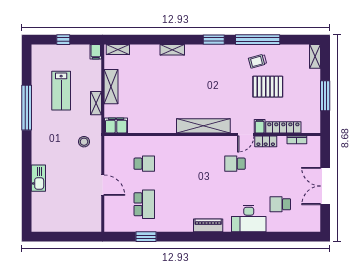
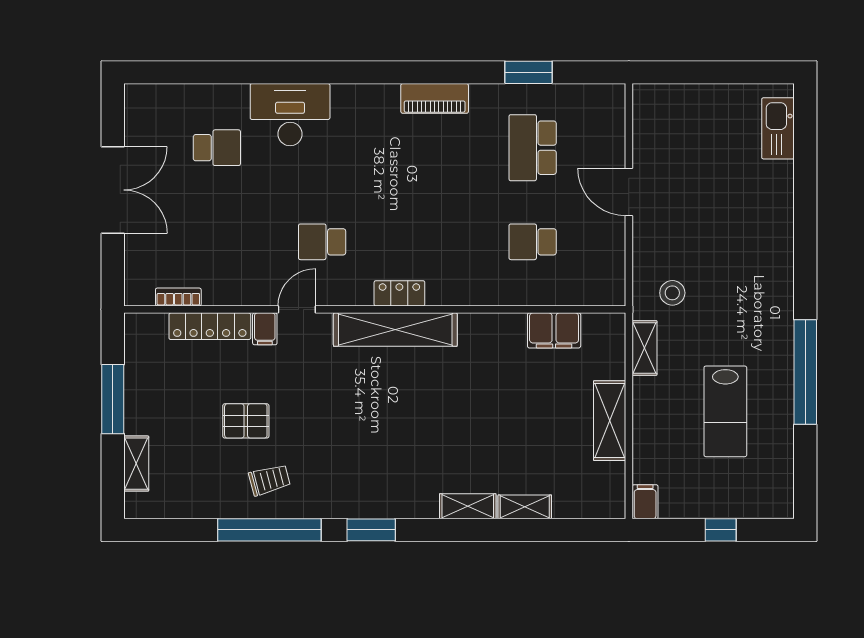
shelving: (118, 49) -> (525, 507), moved
shelving: (315, 56) -> (136, 464), moved
pallet: (268, 87) -> (246, 421), width x0.67, depth x0.71
lab bench: (61, 91) -> (725, 411), turned 180
shelving: (96, 103) -> (645, 348), moved
filing cabinet: (116, 126) -> (554, 330), moved
locker: (266, 141) -> (399, 293), moved
school desk: (235, 164) -> (322, 242), turned 180
kitchen sink: (38, 178) -> (778, 128), moved
piano: (208, 225) -> (435, 98), moved

